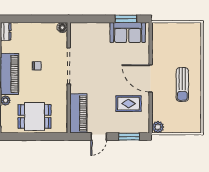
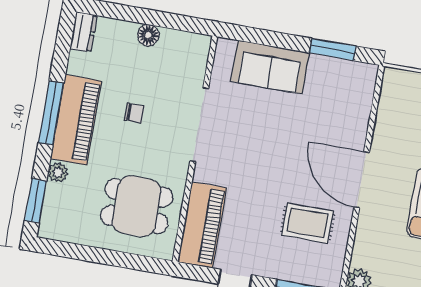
floor lamp: (62, 27) -> (148, 35), moved
sofa: (128, 32) -> (270, 67), moved
dining table: (35, 116) -> (137, 206), moved

